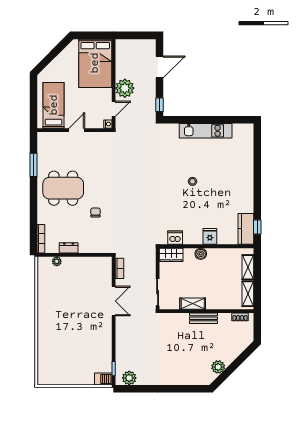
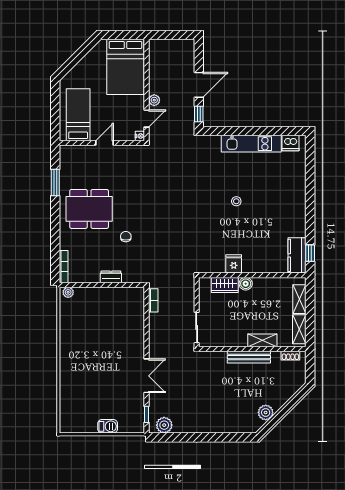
door: (159, 67) -> (199, 85), moved
plant: (125, 88) -> (154, 100), width x0.53, depth x0.53
fridge: (210, 236) -> (234, 264), moved
dishwasher: (175, 238) -> (290, 143), moved, turned 180
dresser: (69, 248) -> (111, 277), moved
wardrobe: (171, 255) -> (225, 285), moved
plant: (57, 261) -> (68, 292), moved
double door: (114, 301) -> (146, 376), moved
shelving: (193, 304) -> (262, 340), moved
bench: (204, 318) -> (249, 357), width x1.36
barbecue: (103, 379) -> (108, 426), moved

